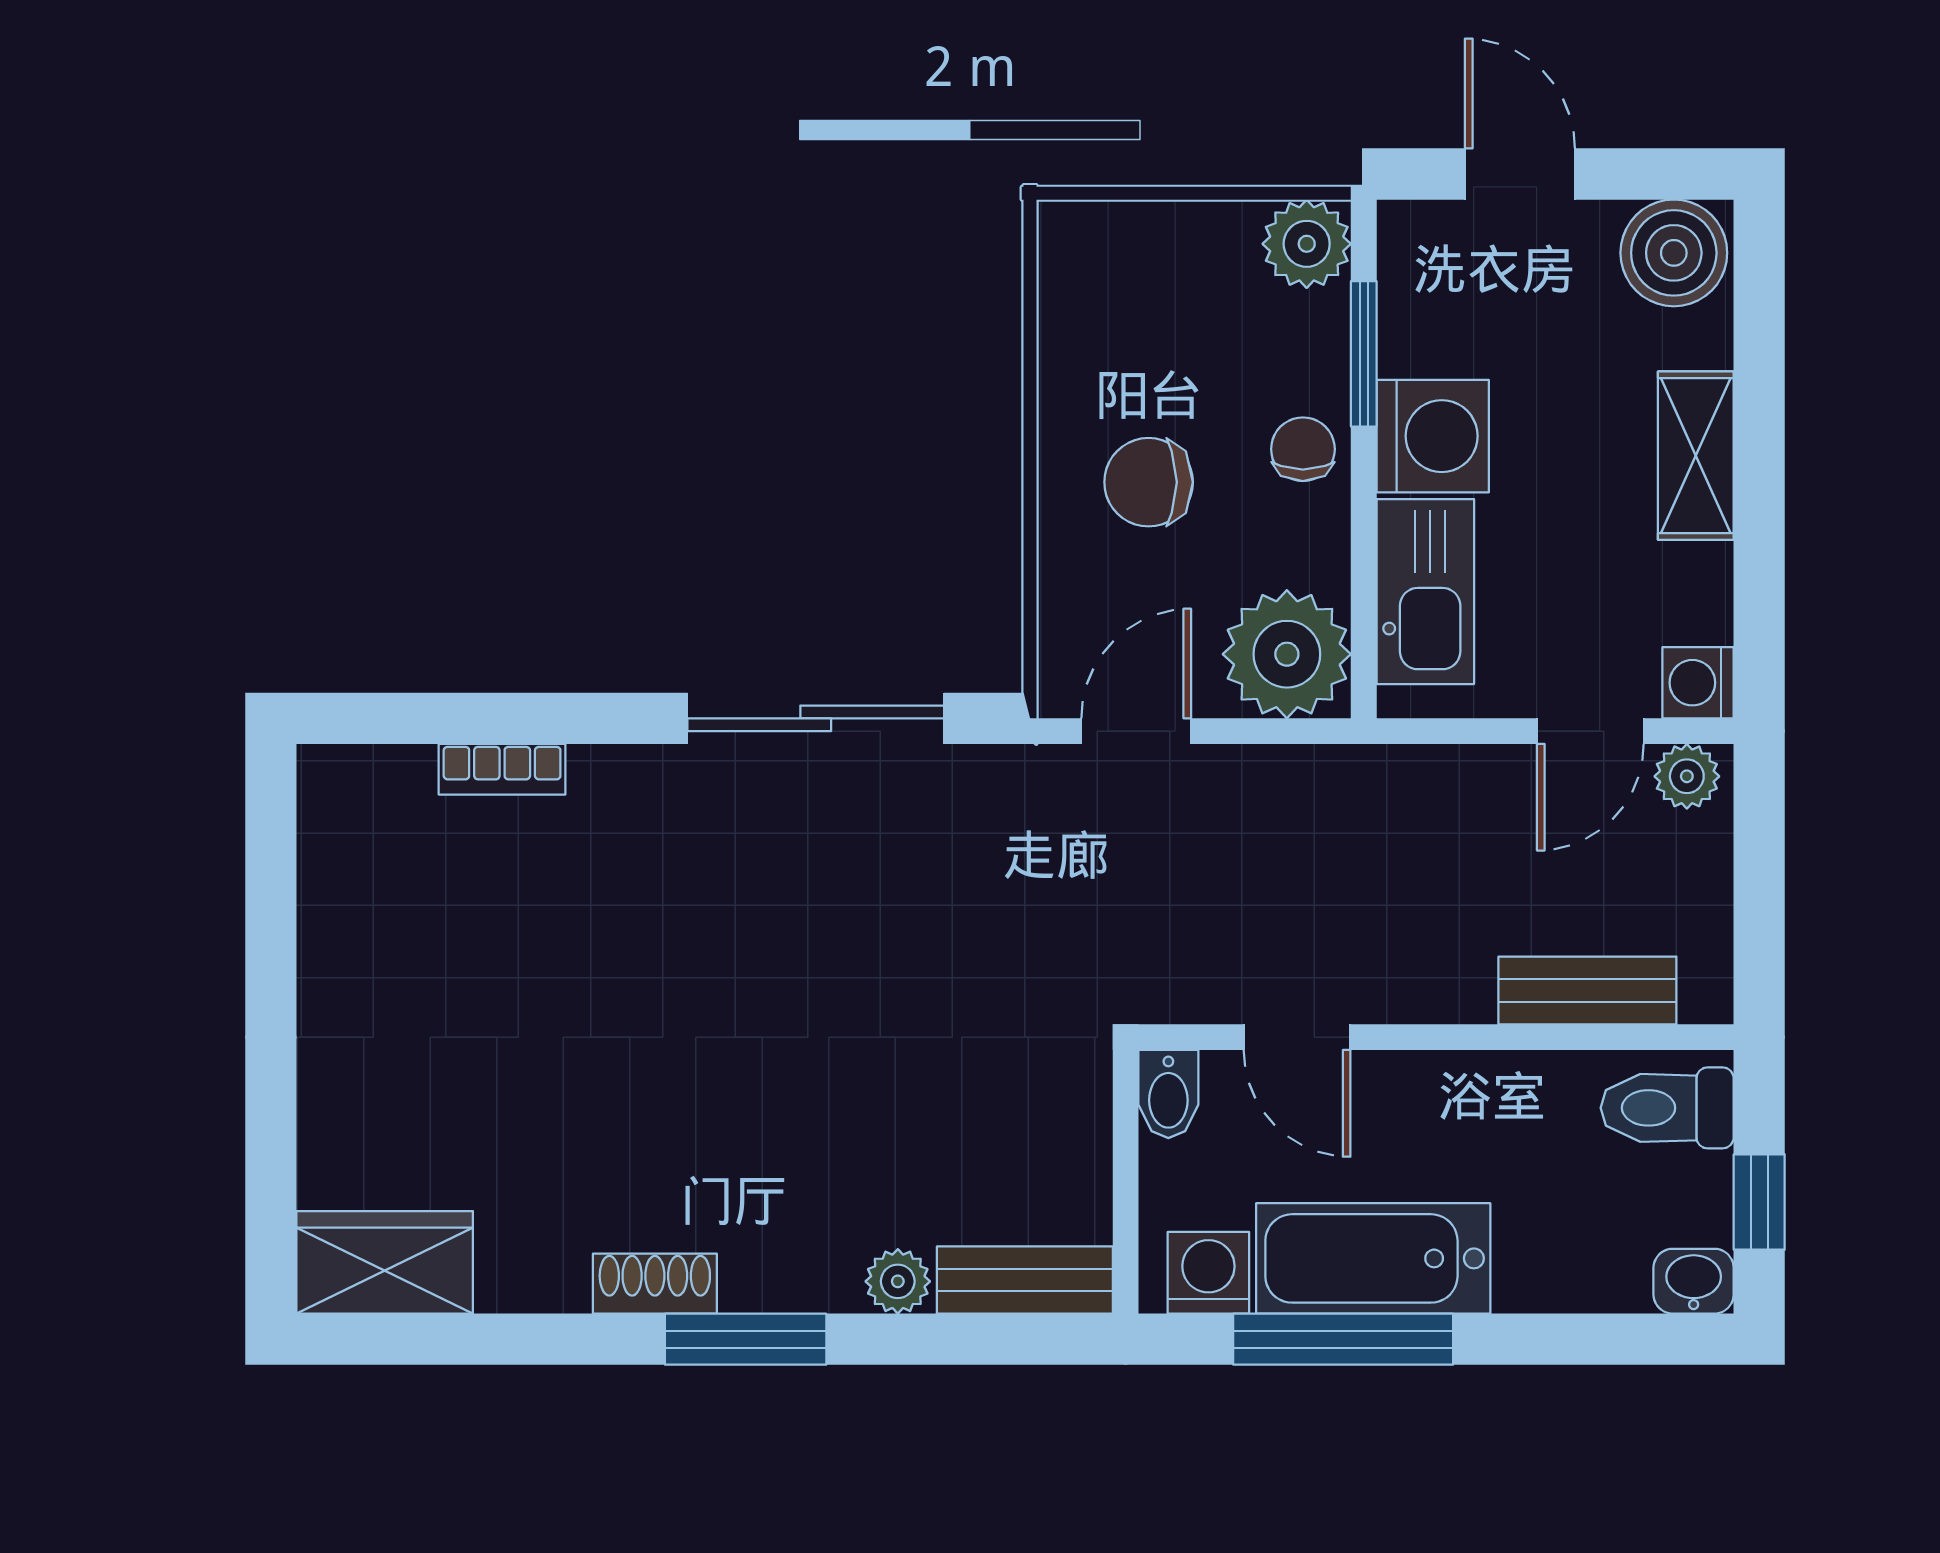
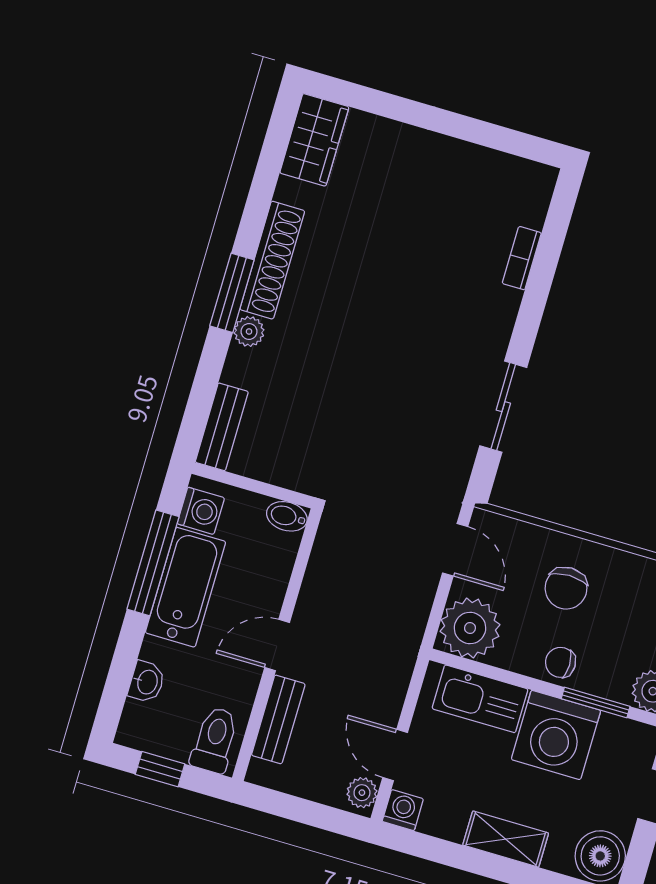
washing machine: (1433, 436) -> (556, 735), width x1.37, depth x1.37
chair: (1303, 449) -> (561, 662), turned 180
chair: (1149, 482) -> (566, 588), turned 180
sliding door: (816, 718) -> (503, 407), width x0.73
door: (1297, 1037) -> (277, 645), moved
plant: (898, 1281) -> (249, 331), moved
washbasin: (1694, 1281) -> (147, 682), moved
shoe rack: (655, 1284) -> (272, 260), width x1.94, depth x1.24

